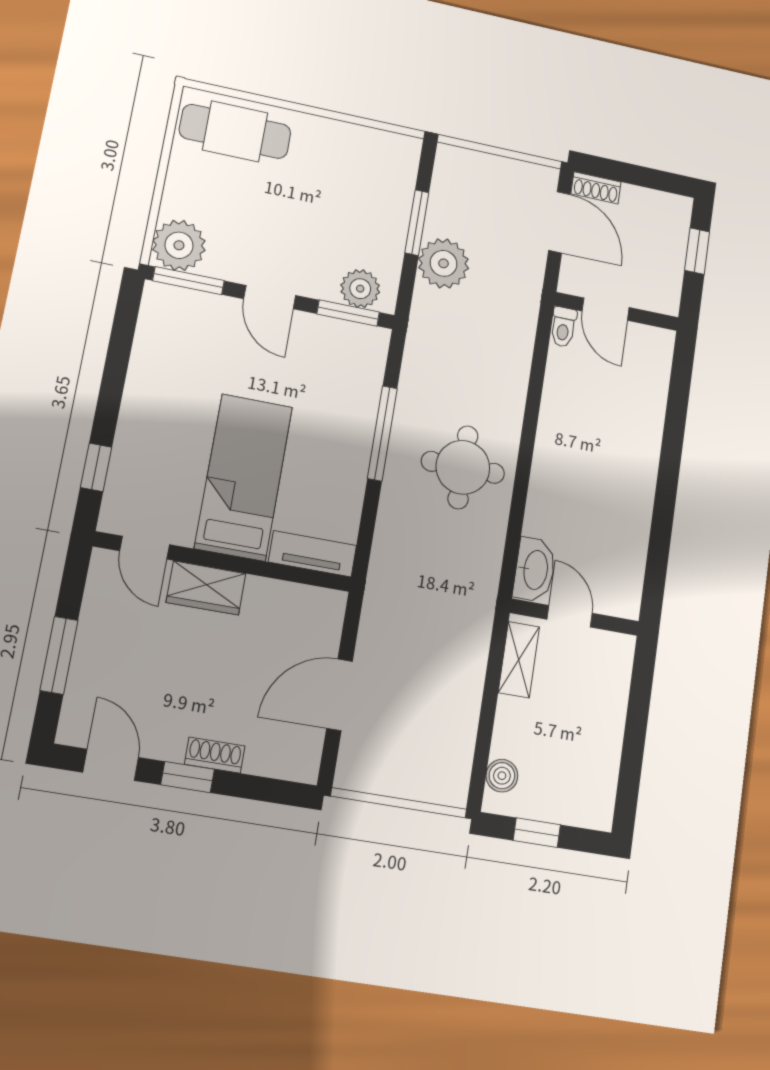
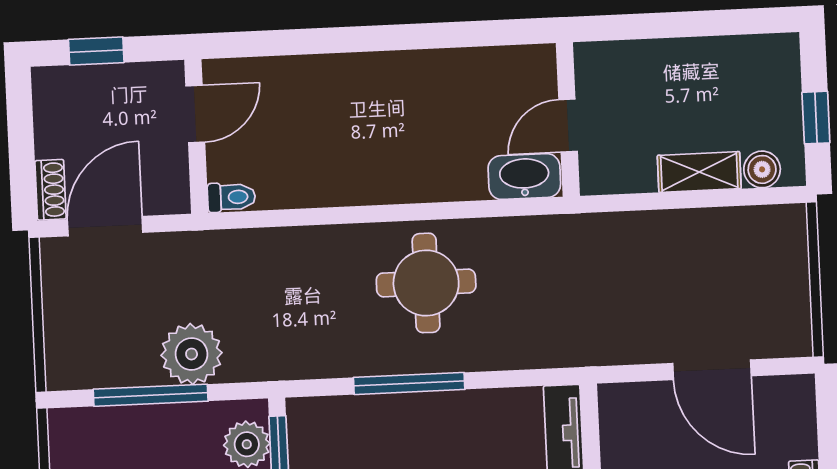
window: (417, 223) -> (151, 395), width x1.44
door: (606, 309) -> (195, 114), moved
shelving: (519, 660) -> (699, 172), moved

